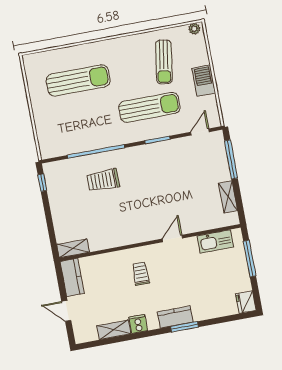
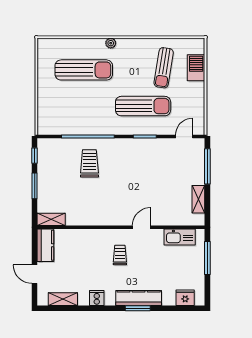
plant: (194, 29) -> (111, 43), moved
barbecue: (204, 81) -> (196, 68), moved
trolley: (103, 180) -> (89, 163), turned 90
window: (48, 216) -> (35, 186), added
trolley: (141, 274) -> (120, 255), moved
fridge: (246, 302) -> (185, 298), moved, turned 90
kitchen counter: (175, 317) -> (139, 298), width x1.50
shelving: (114, 330) -> (63, 299), moved

